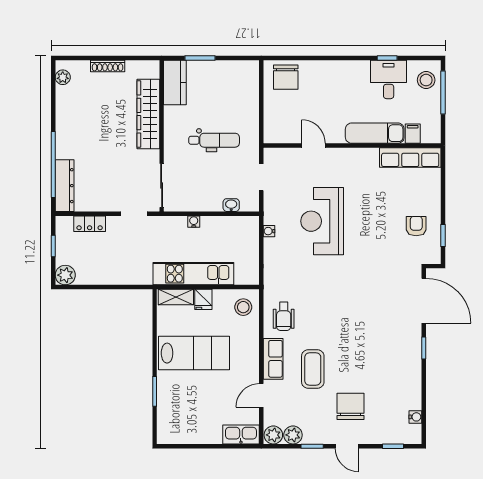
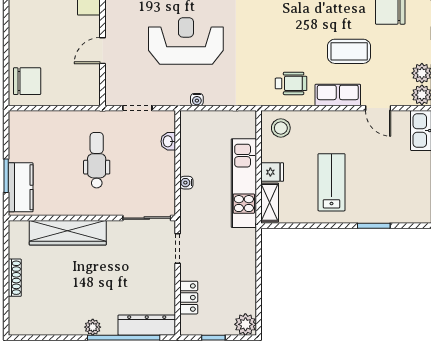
plant: (63, 77) -> (93, 327), moved
kitchen counter: (175, 82) -> (21, 187), moved, turned 90
reception desk: (322, 221) -> (186, 41), turned 180
lab bench: (194, 353) -> (331, 182), width x0.73, depth x0.72

